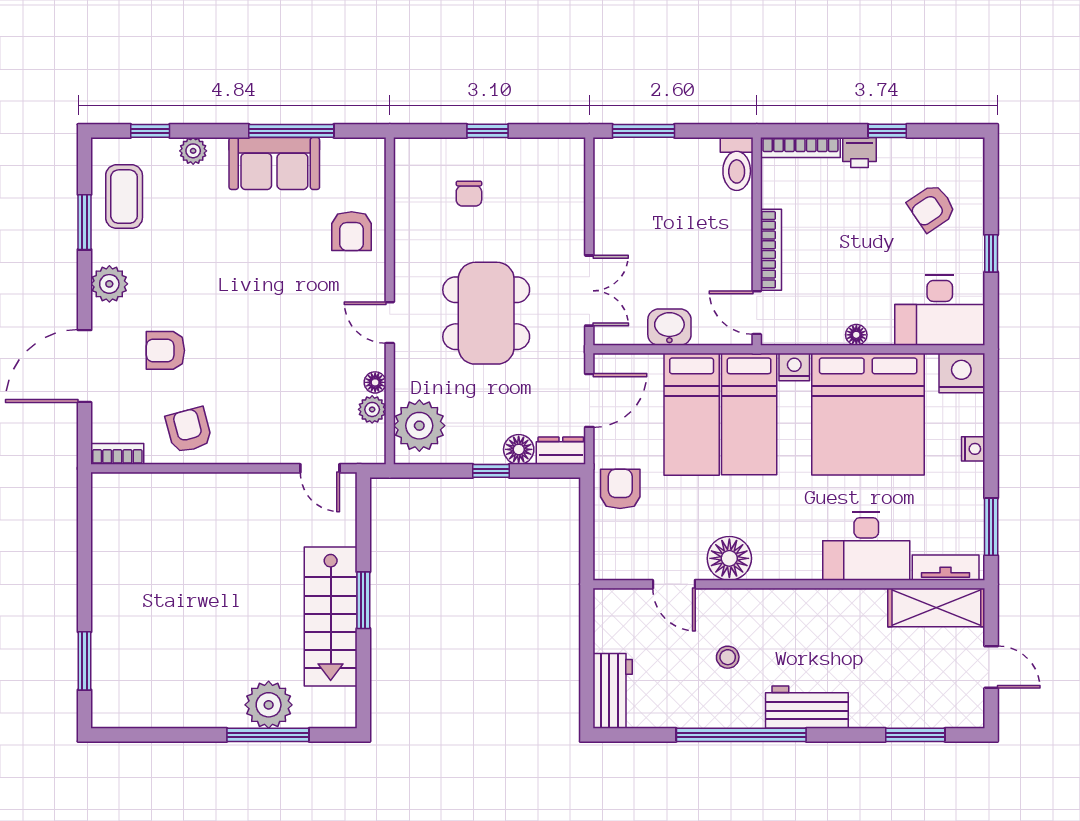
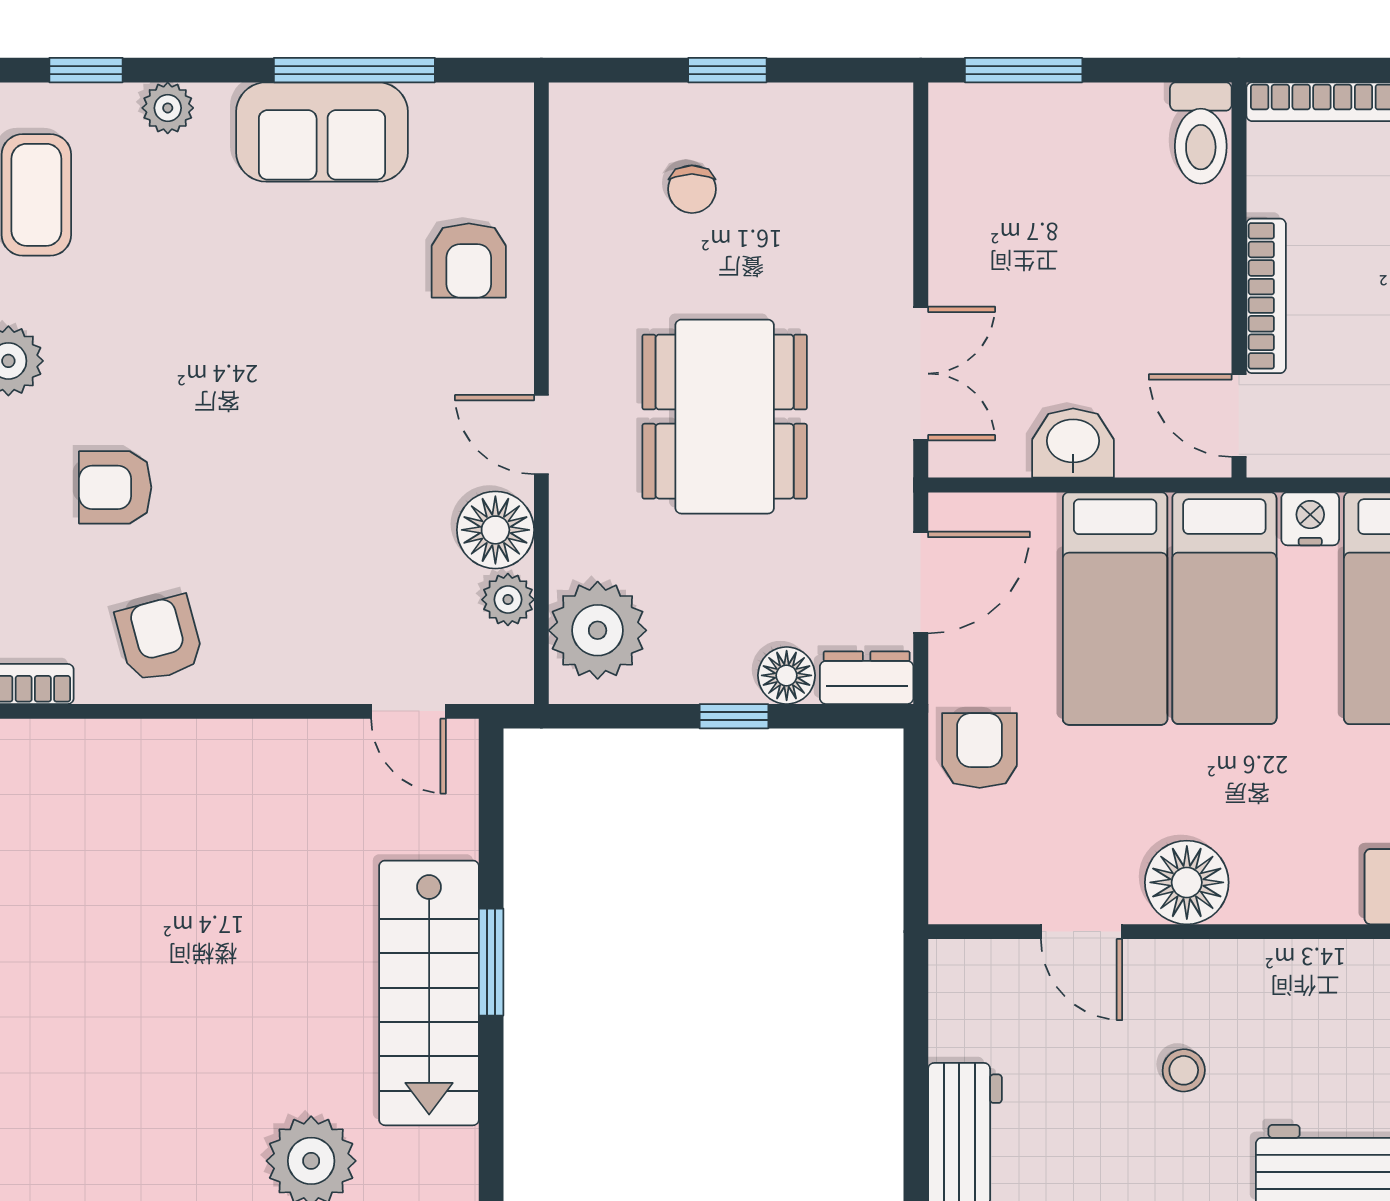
floor lamp: (375, 382) -> (495, 530), width x1.89, depth x1.89

